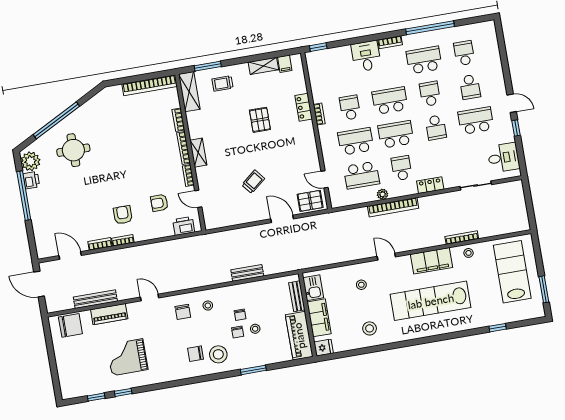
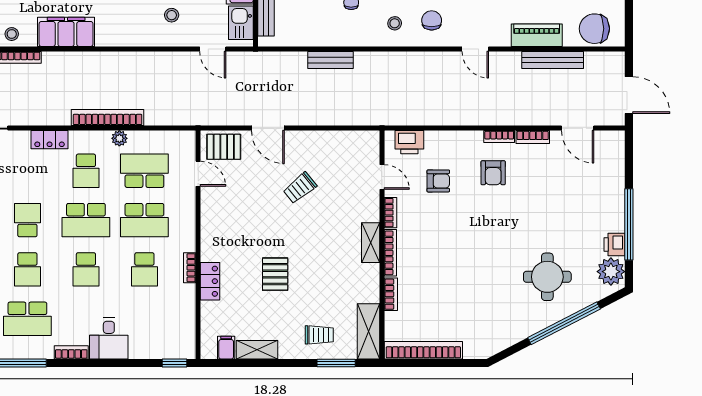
school desk: (390, 101) -> (86, 269), width x0.54
door: (386, 257) -> (213, 49), moved

